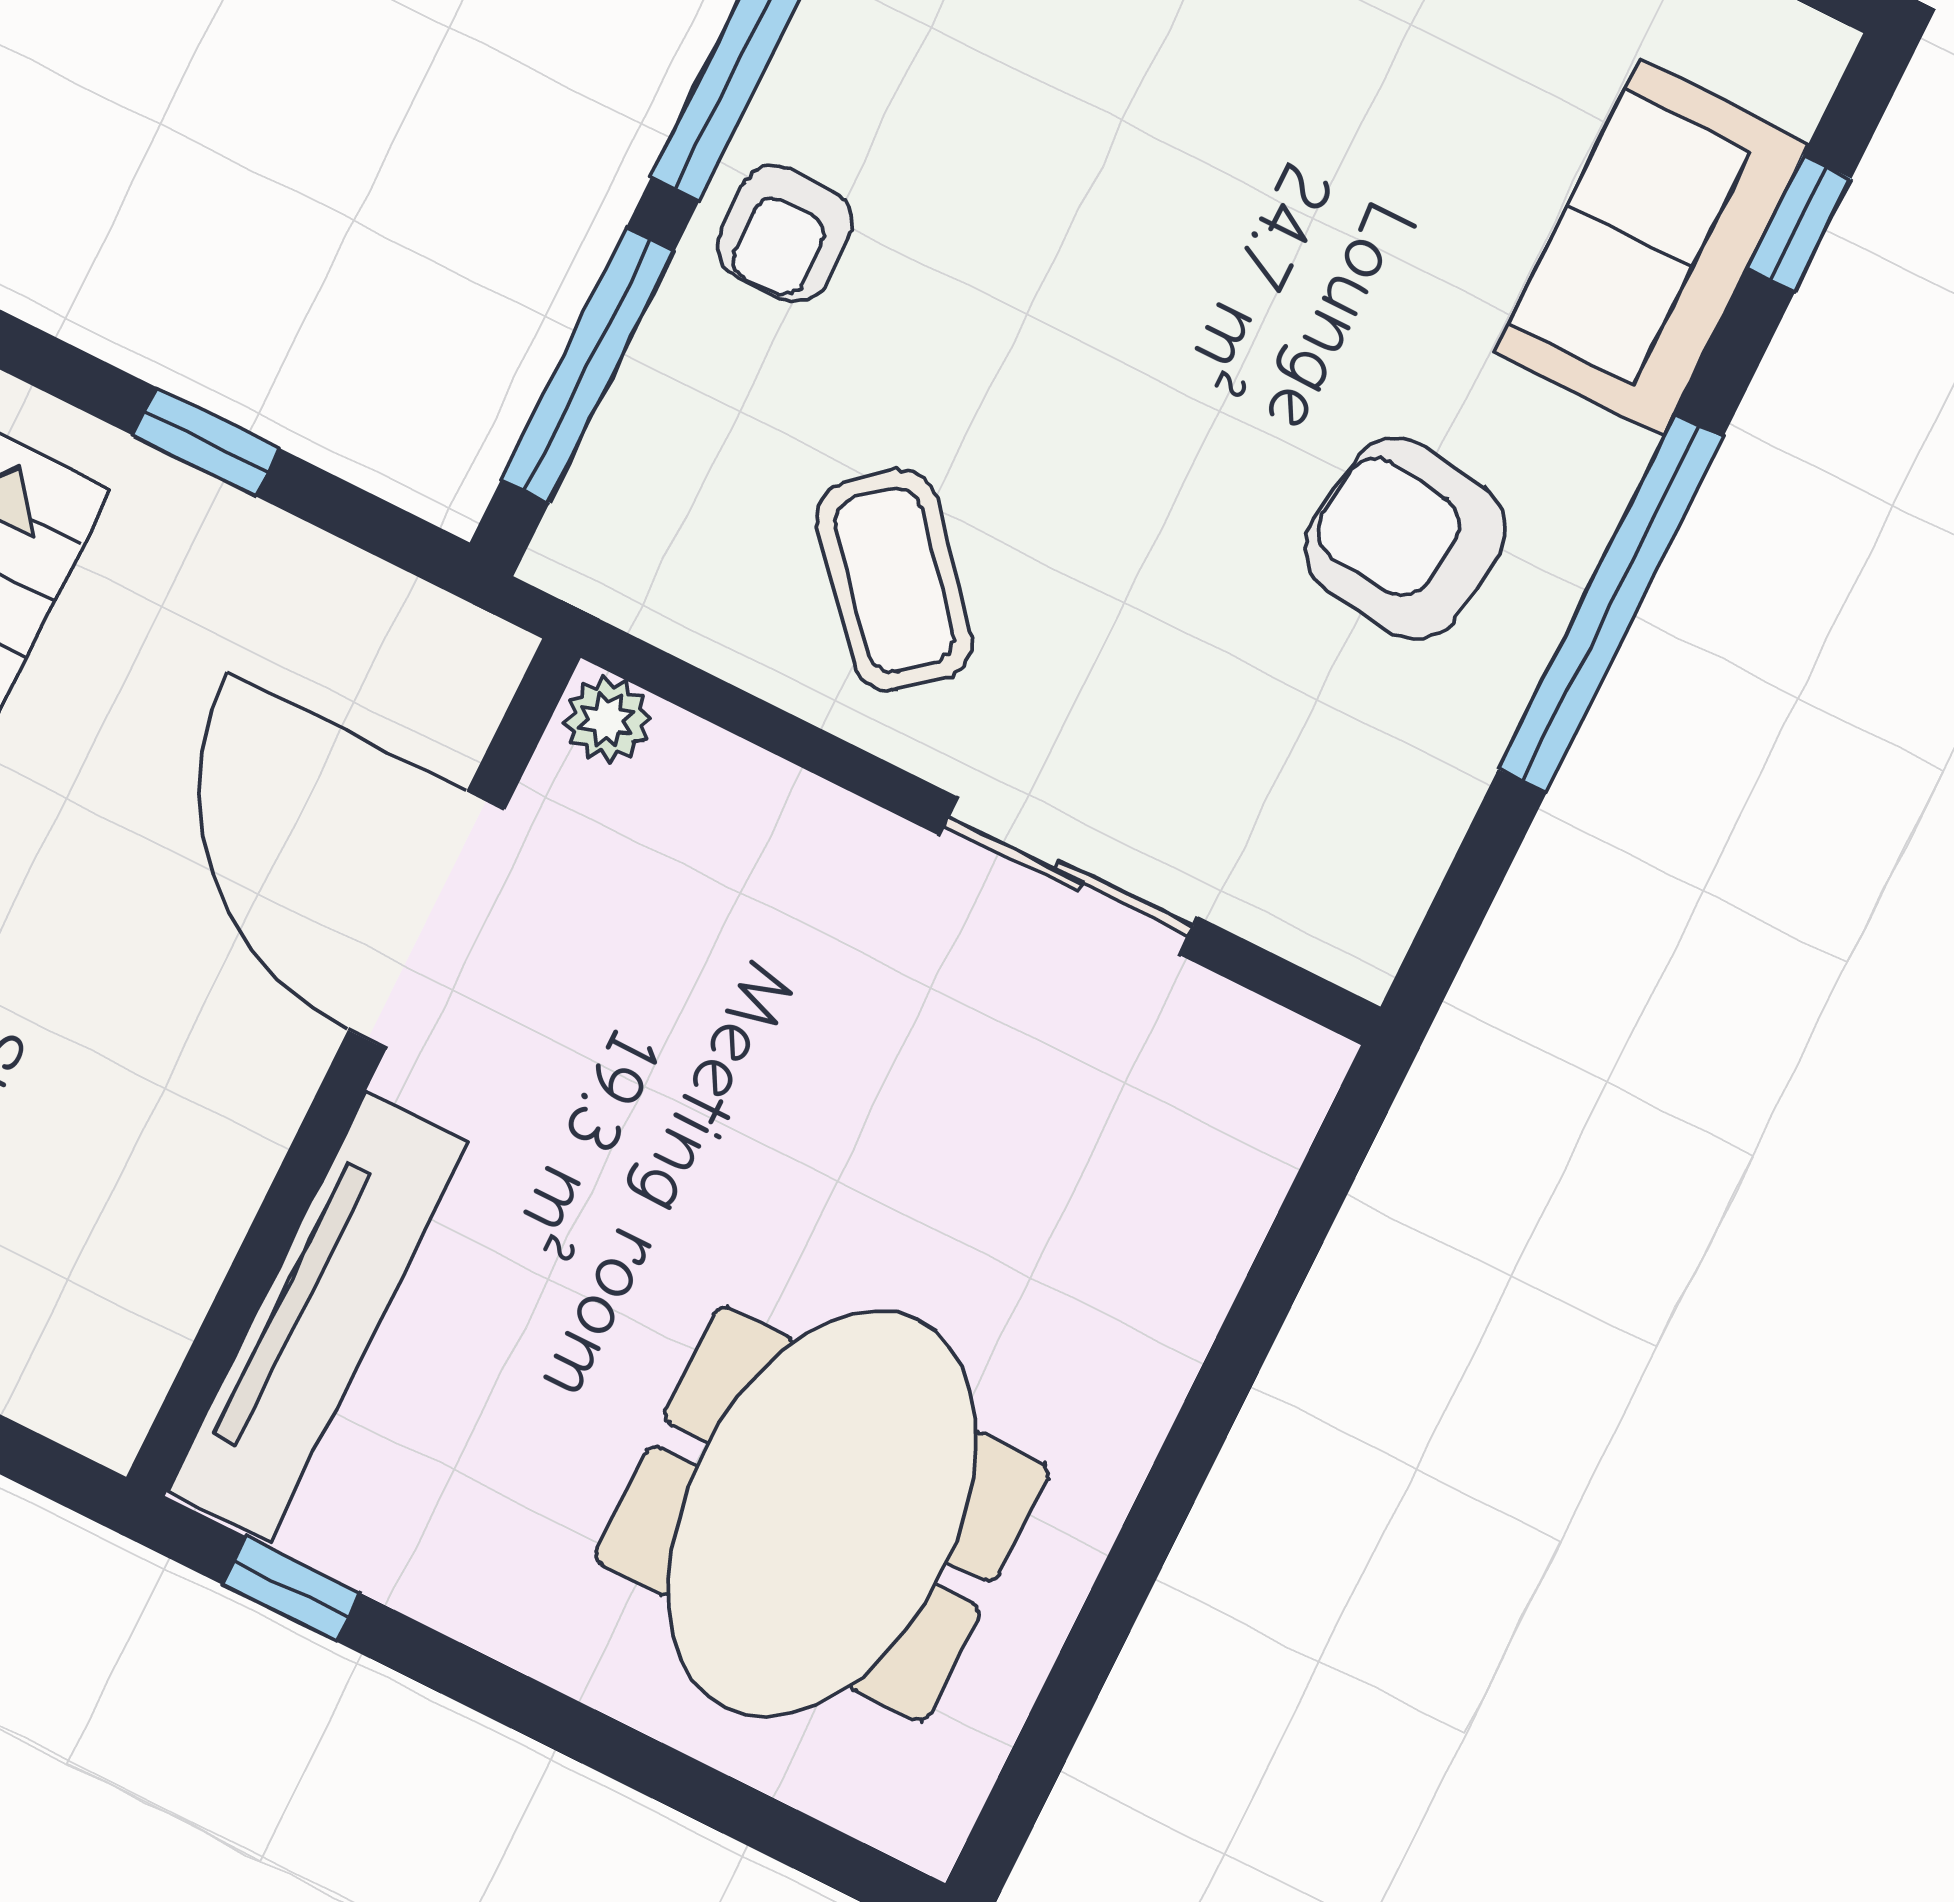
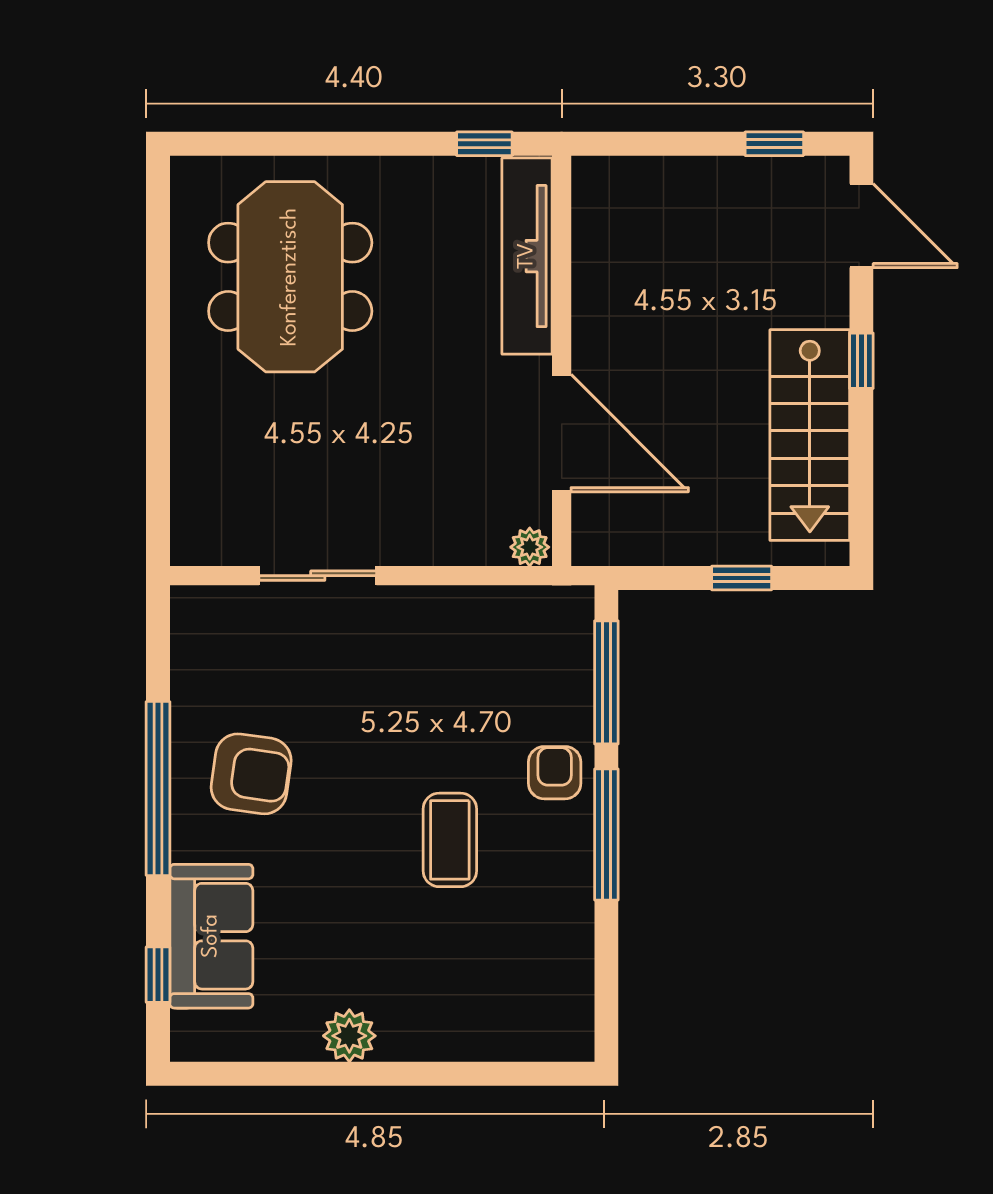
coffee table: (894, 580) -> (450, 840), moved, turned 41

